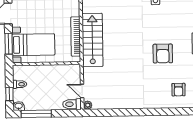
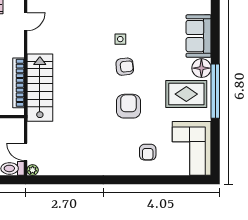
armchair: (159, 22) -> (125, 67), added
armchair: (163, 54) -> (129, 106), turned 180

